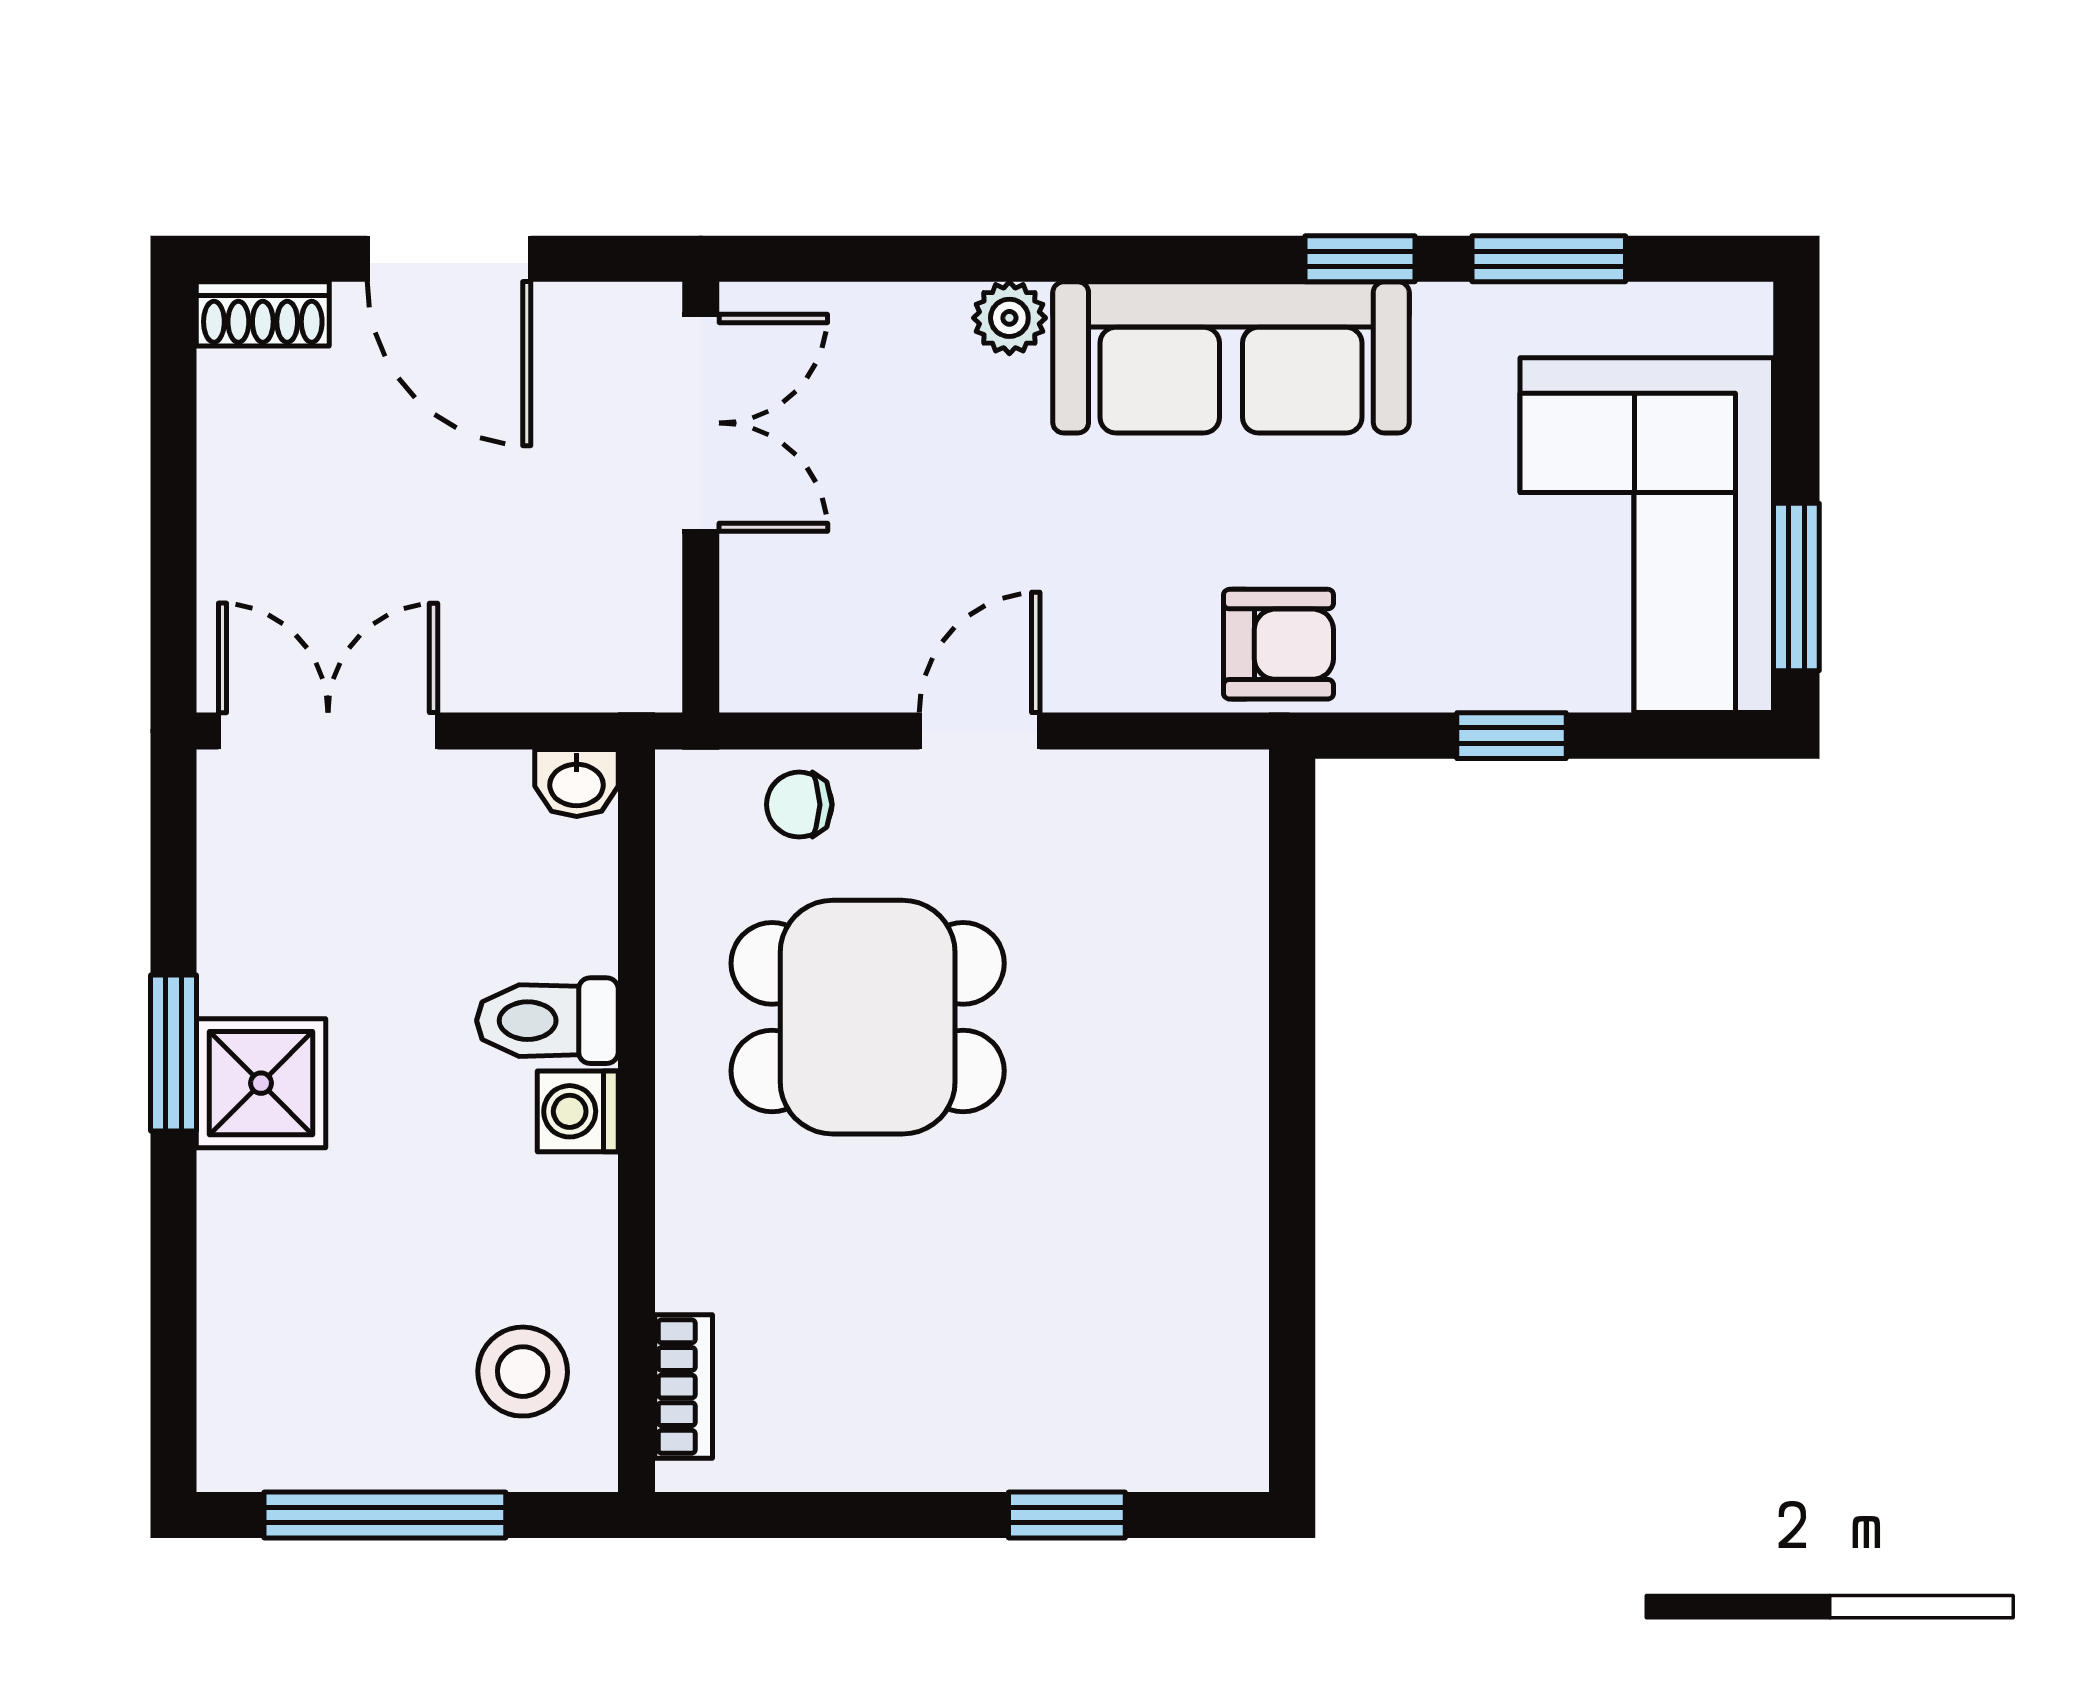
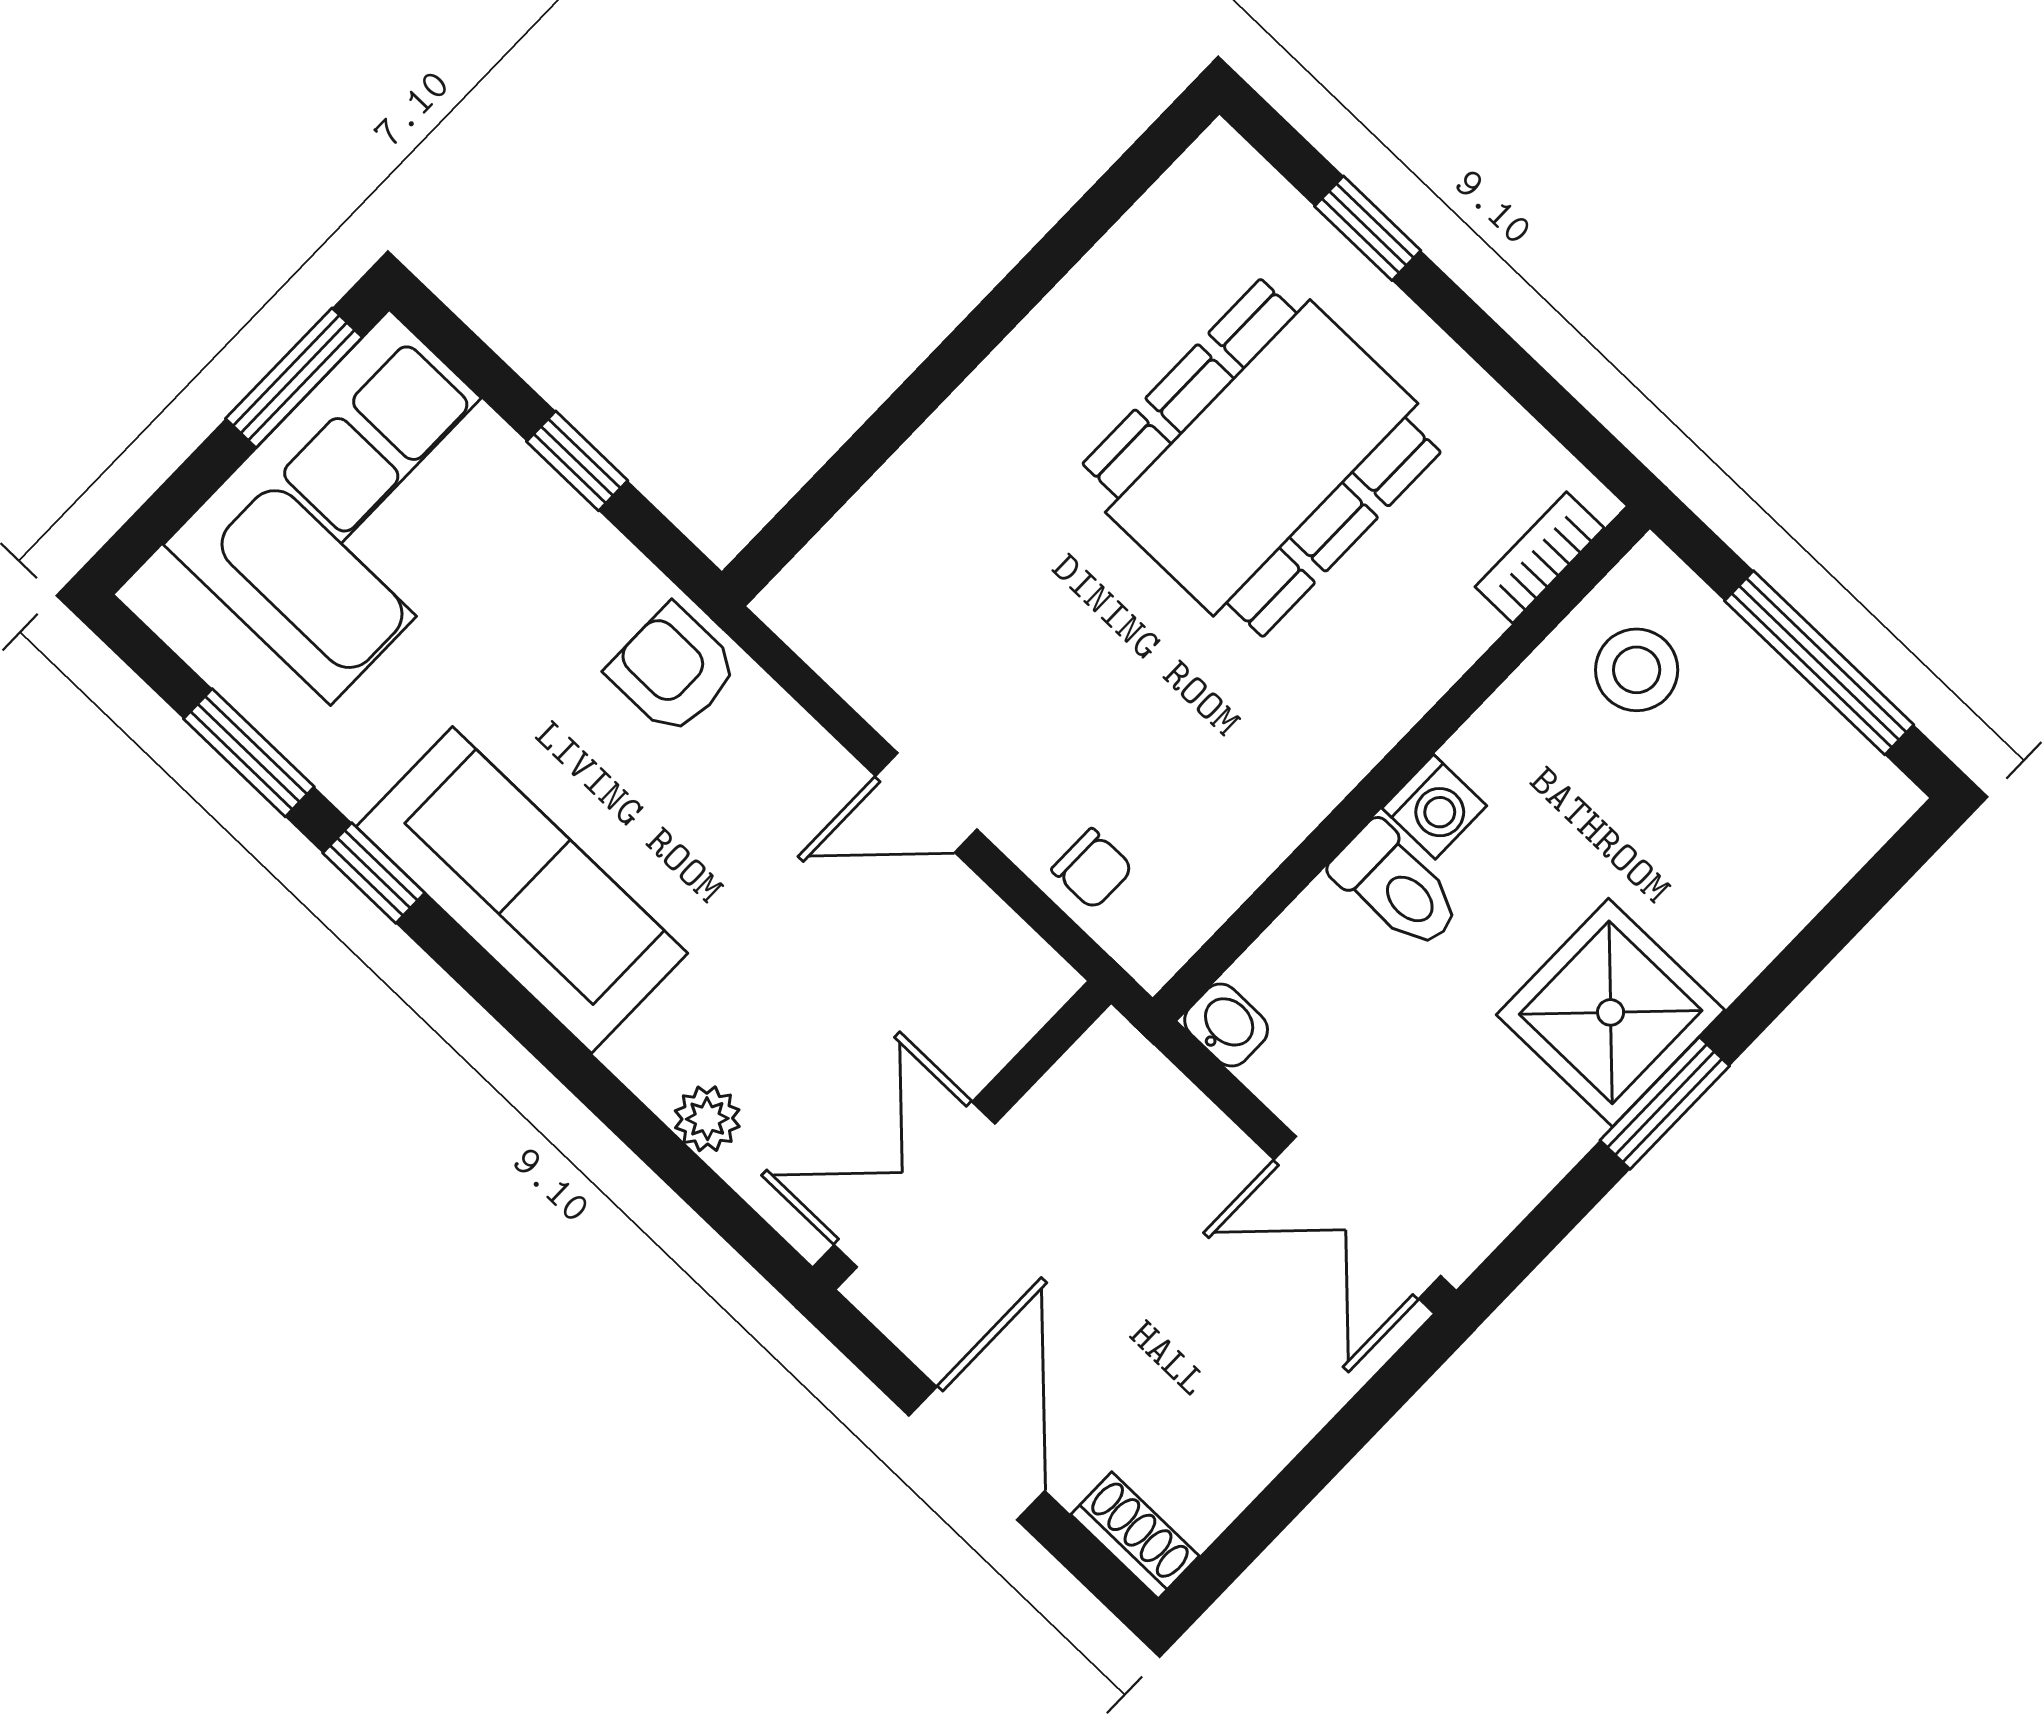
plant: (1009, 318) -> (707, 1119), moved
dining table: (868, 1017) -> (1262, 458), moved, width x1.38
shower: (261, 1083) -> (1611, 1012), width x1.36, depth x1.36

